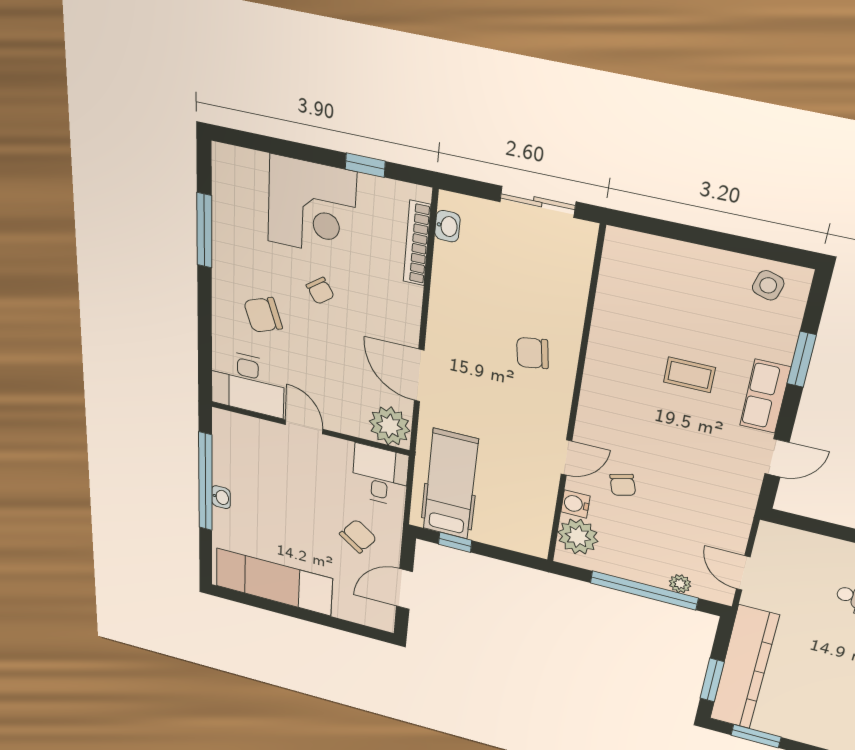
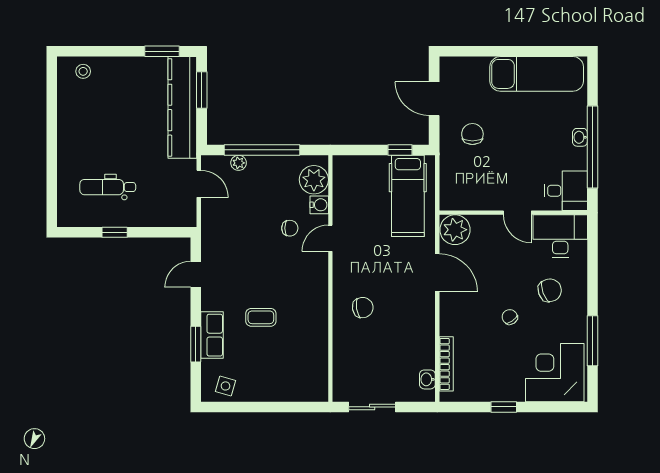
window: (365, 165) -> (504, 407), moved
corner desk: (312, 207) -> (555, 373), moved
row of seats: (765, 396) -> (212, 335), moved
desk: (380, 475) -> (566, 191), moved, turned -90
chair: (623, 485) -> (290, 228), turned 106
chair: (358, 536) -> (472, 134), turned 143
door: (404, 589) -> (434, 99), swing flipped

